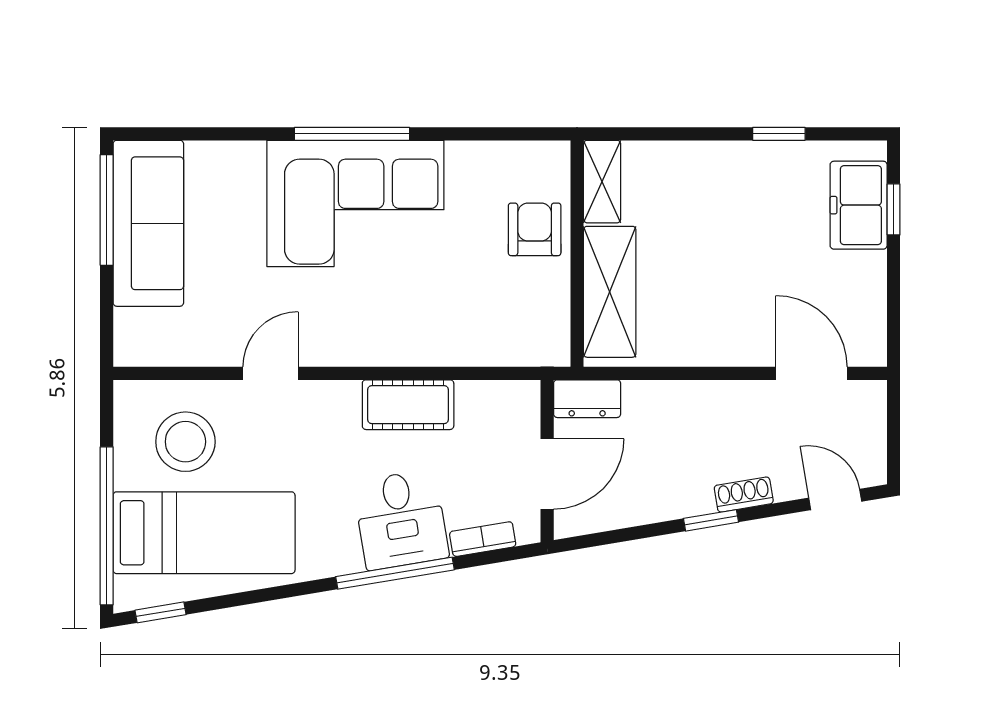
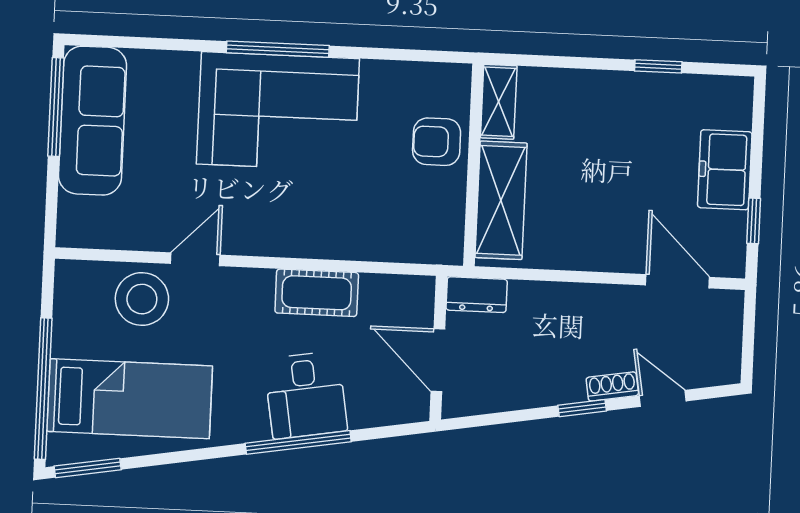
freezer: (859, 205) -> (725, 170), moved
window: (894, 209) -> (754, 221), moved
armchair: (535, 229) -> (437, 142), turned -90
stool: (185, 442) -> (142, 299), moved
door: (547, 474) -> (438, 360), swing flipped
door: (835, 500) -> (663, 398), moved
bookcase: (483, 539) -> (378, 416), removed
window: (161, 612) -> (88, 468), width x1.50

